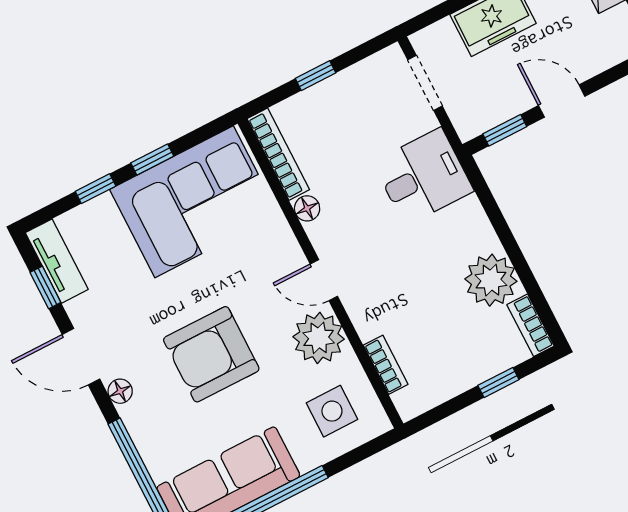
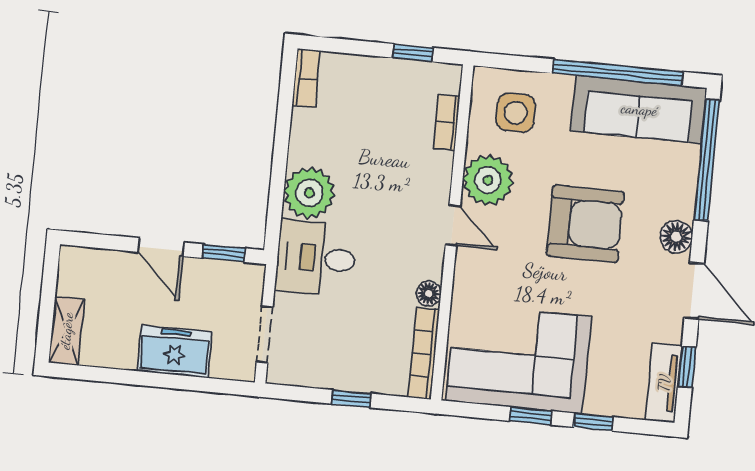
plant: (491, 280) -> (309, 193), moved
window: (498, 383) -> (413, 53), moved
floor lamp: (120, 391) -> (676, 237), width x1.37, depth x1.37

